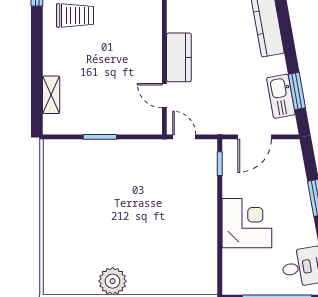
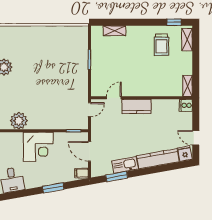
kitchen sink: (281, 96) -> (125, 165), moved
filing cabinet: (291, 150) -> (81, 173), added
plant: (203, 256) -> (19, 121), added

